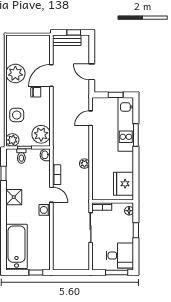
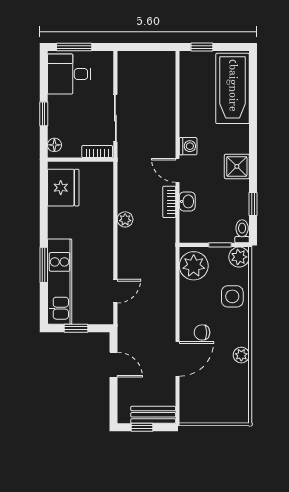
plant: (15, 74) -> (241, 355), width x0.53, depth x0.53
washbasin: (45, 155) -> (187, 201), moved
toilet: (21, 156) -> (242, 231), moved

